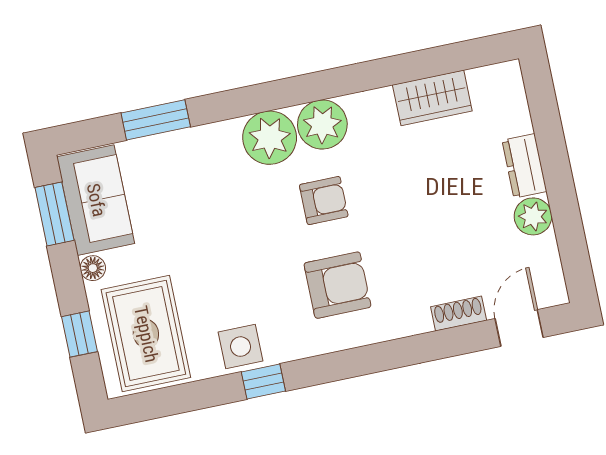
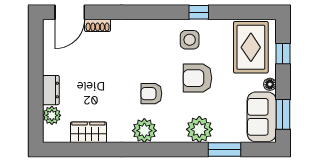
plant: (270, 138) -> (199, 129), moved
plant: (533, 216) -> (52, 115), moved
armchair: (337, 285) -> (197, 78), moved
door: (519, 328) -> (70, 12), width x1.37
side table: (241, 347) -> (190, 40), moved

